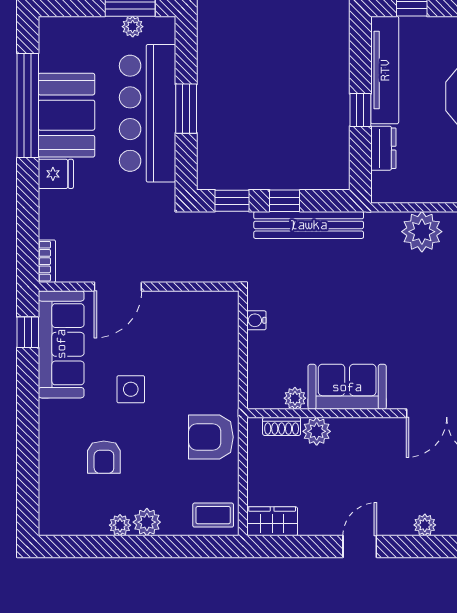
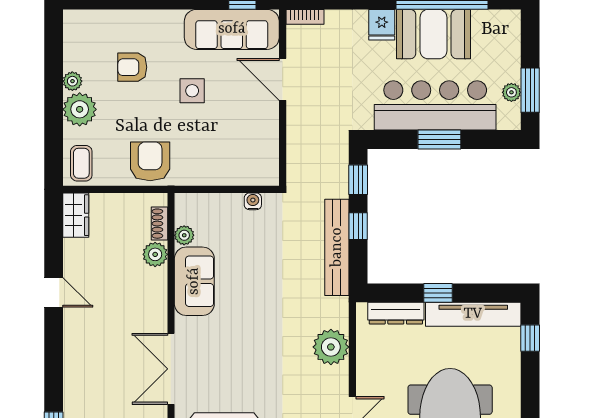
dresser: (383, 148) -> (396, 313), width x1.44
plant: (147, 522) -> (80, 109), width x1.36, depth x1.36
plant: (425, 525) -> (73, 350), removed

